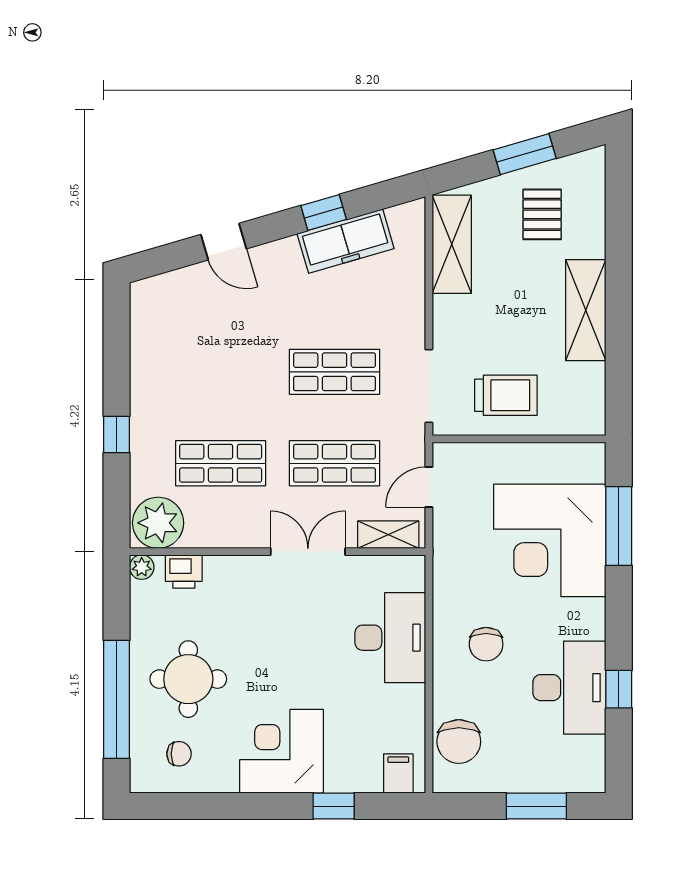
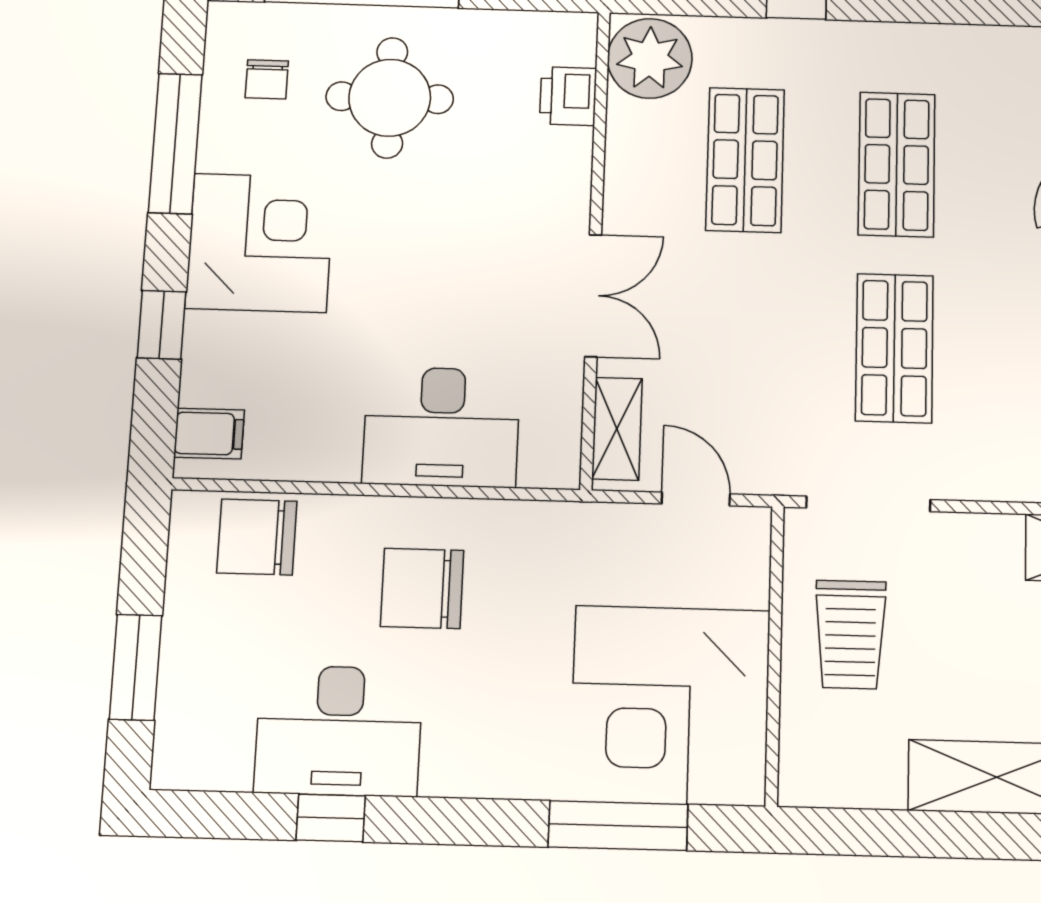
shop shelf: (335, 463) -> (897, 164), moved
corner desk: (550, 540) -> (670, 705), moved, turned -90
plant: (142, 567) -> (578, 31), removed
chair: (486, 644) -> (422, 588), width x1.37, depth x1.37
window: (221, 806) -> (175, 143), added

